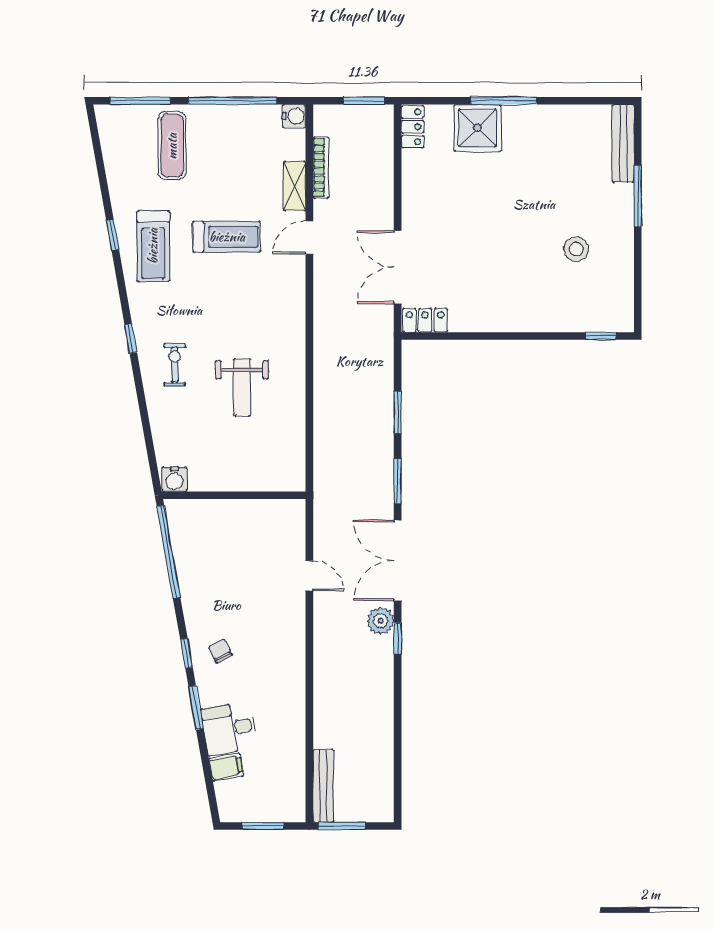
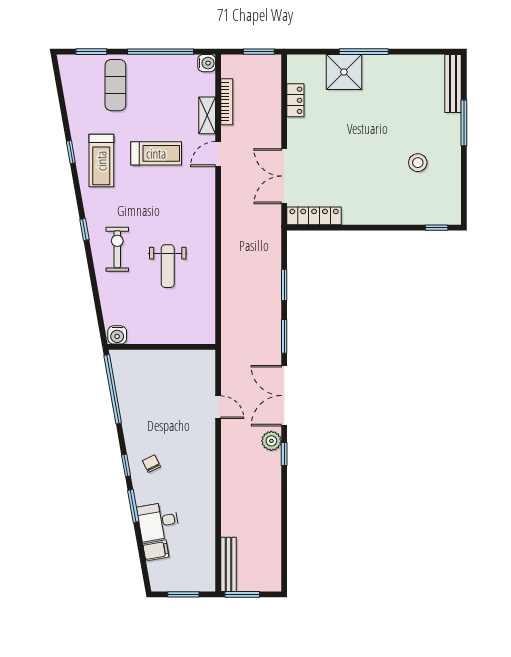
window: (140, 101) -> (91, 52), width x0.69
locker: (413, 127) -> (295, 100), moved
locker: (425, 320) -> (314, 216), width x1.53
exercise bike: (175, 365) -> (117, 249), width x1.38, depth x1.39

